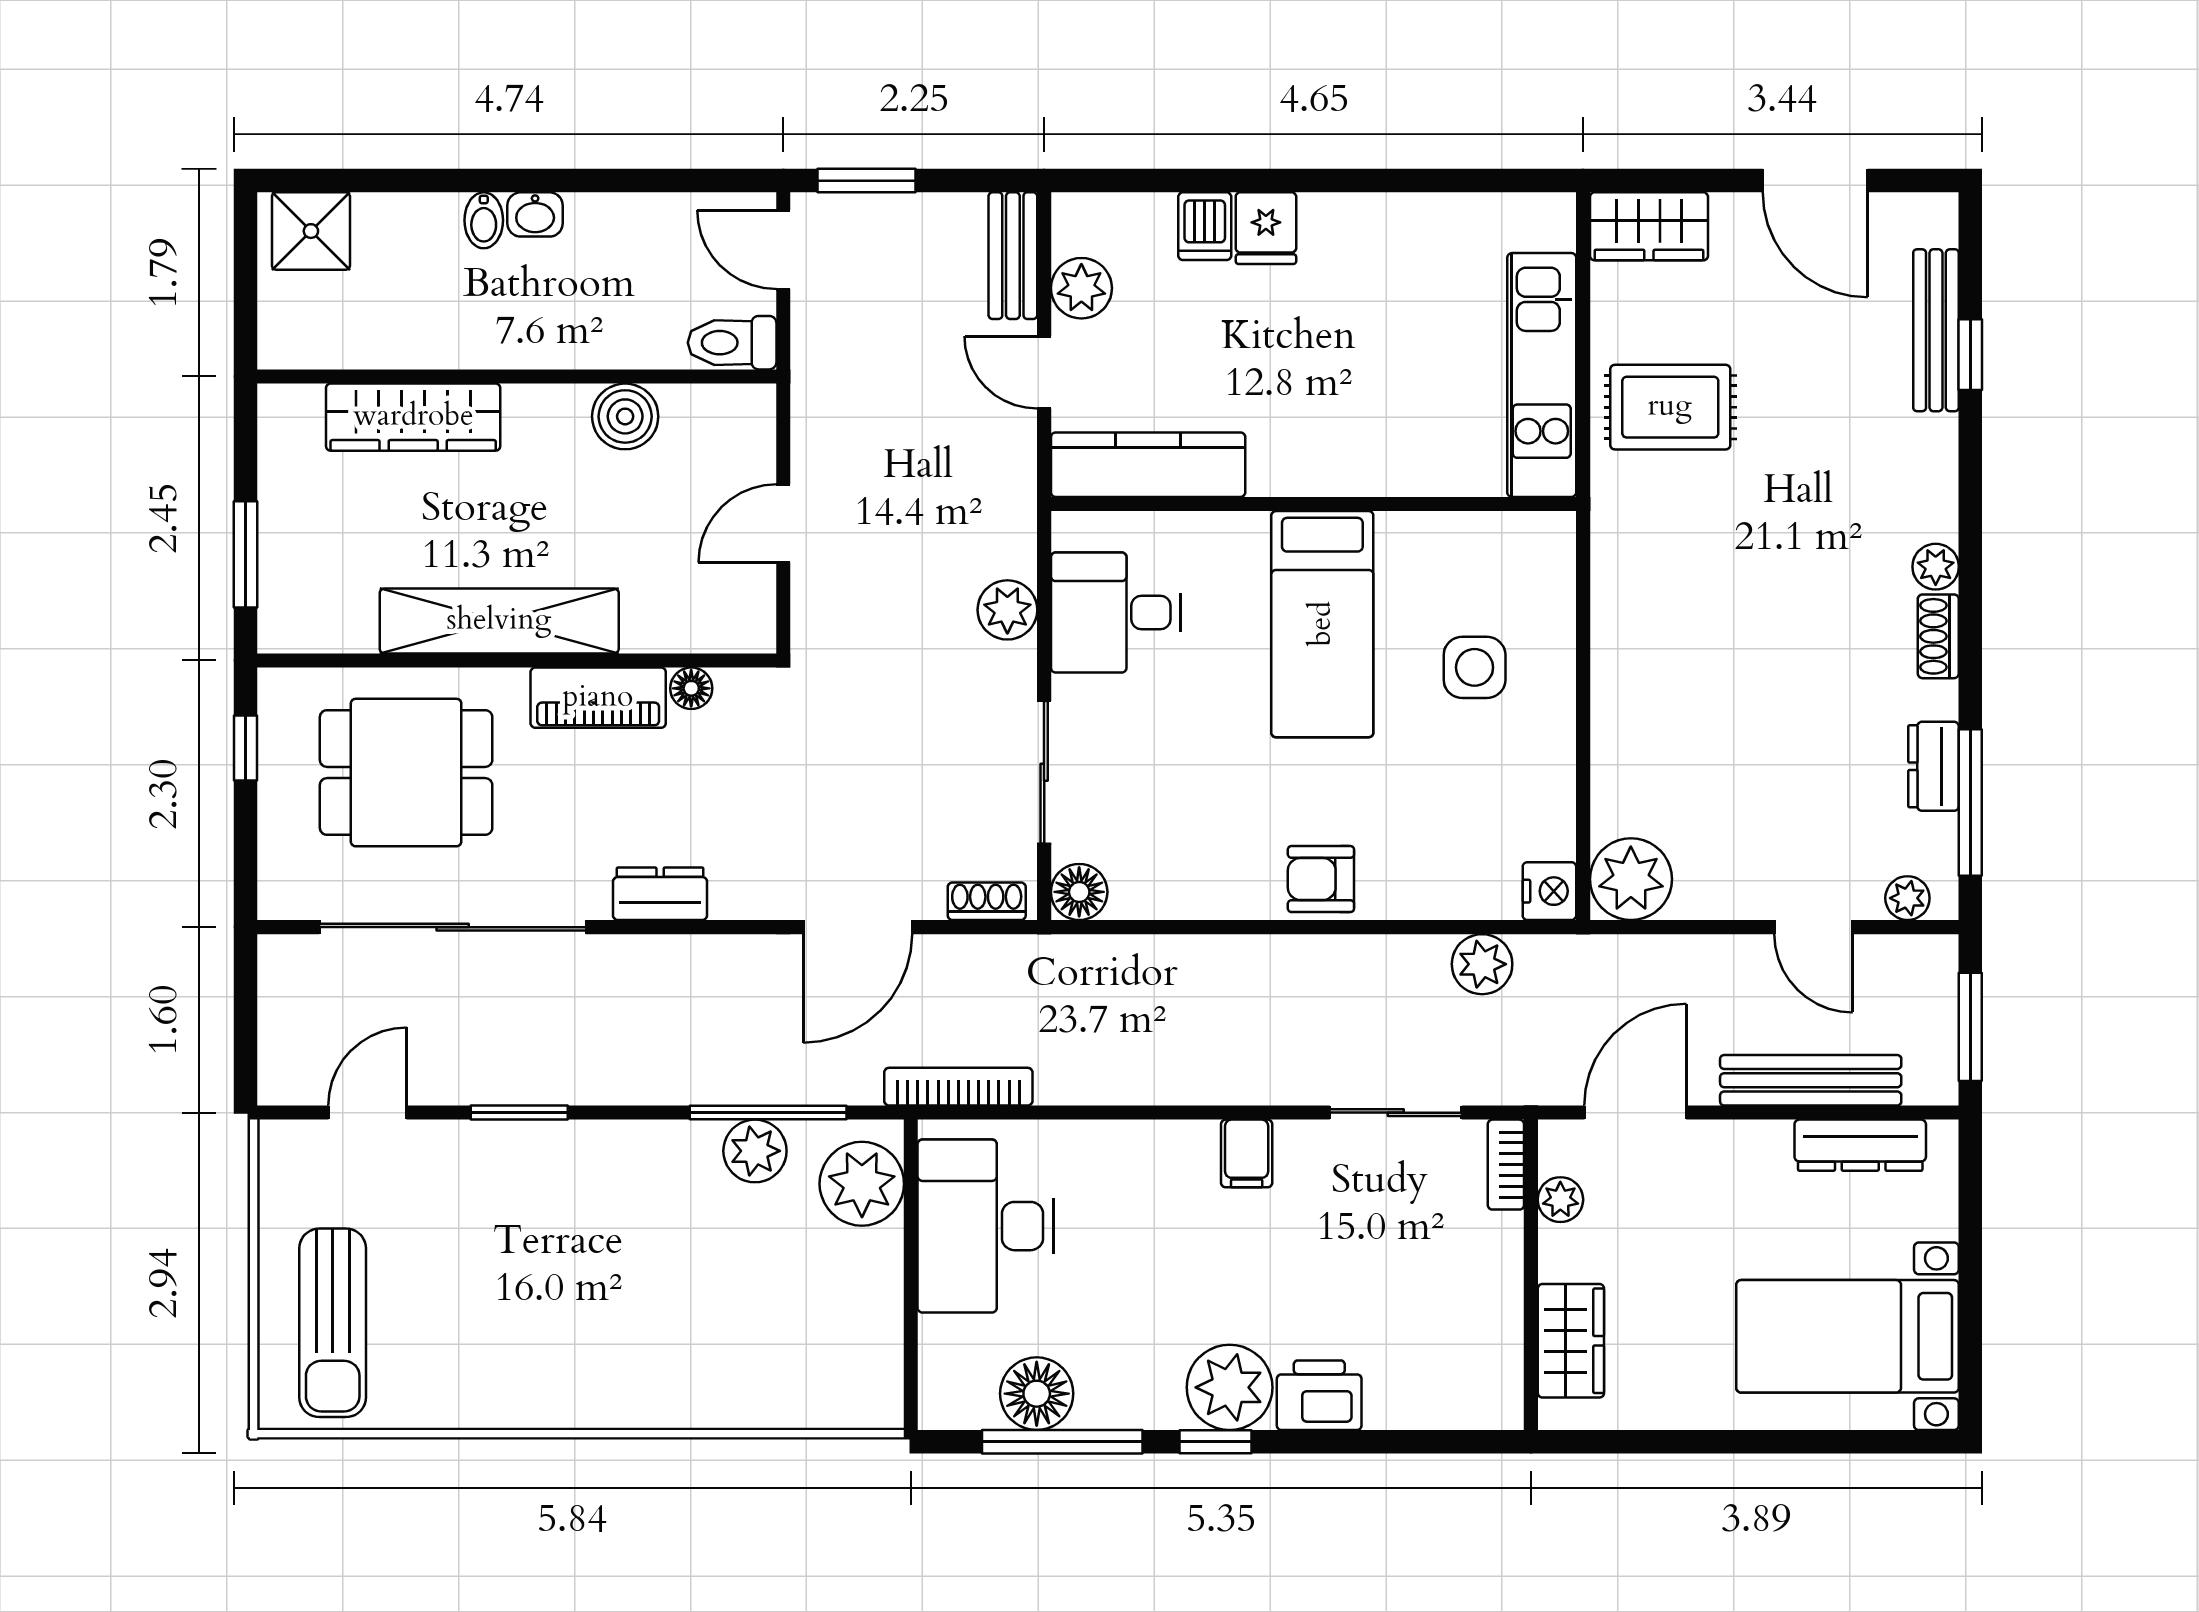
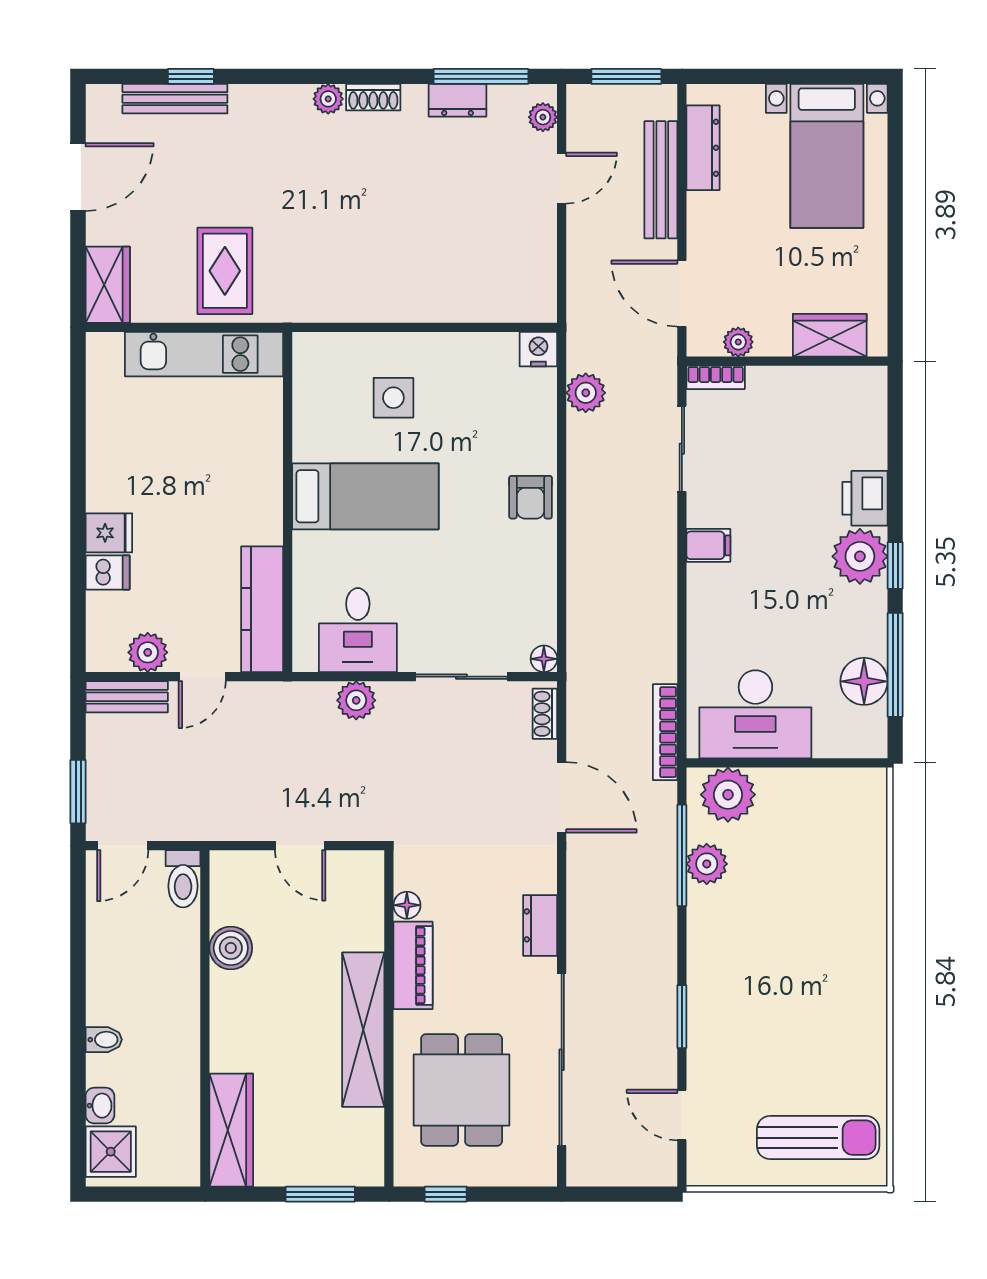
washbasin: (535, 214) -> (100, 1106), moved
wardrobe: (413, 417) -> (231, 1130), moved
plant: (1631, 879) -> (531, 296), removed
floor lamp: (1079, 892) -> (544, 659), width x0.73, depth x0.73

